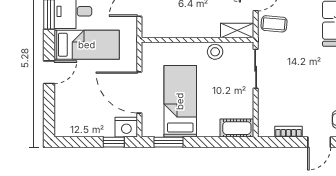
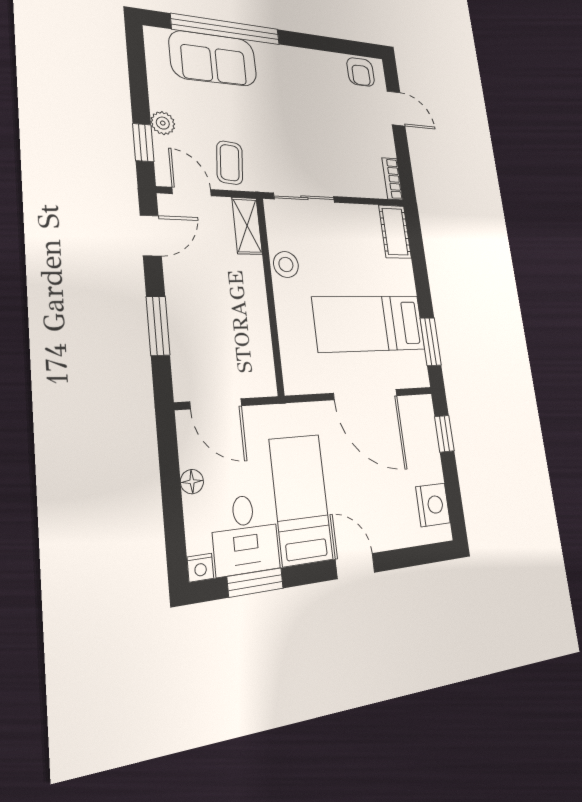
door: (139, 93) -> (366, 394), hinge flipped
nightstand: (126, 127) -> (433, 505), moved
bookcase: (288, 132) -> (392, 179), moved

